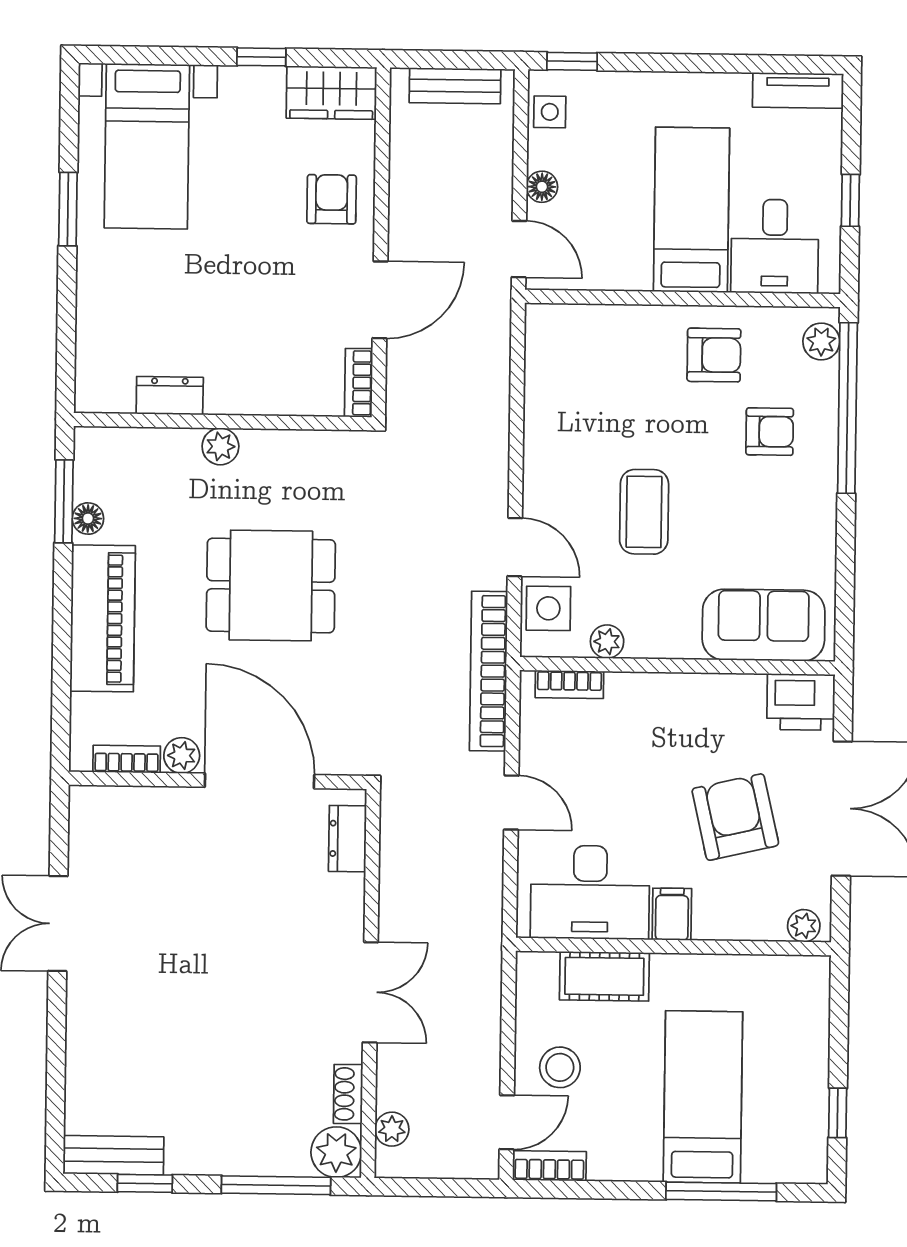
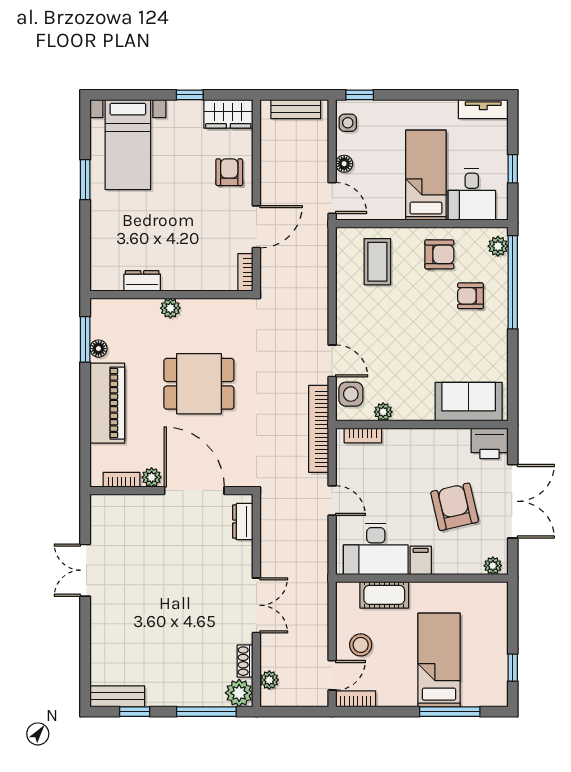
armchair: (770, 432) -> (470, 296), turned 180
coffee table: (644, 512) -> (377, 262), moved

